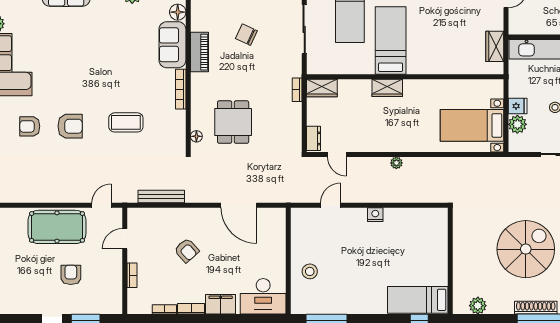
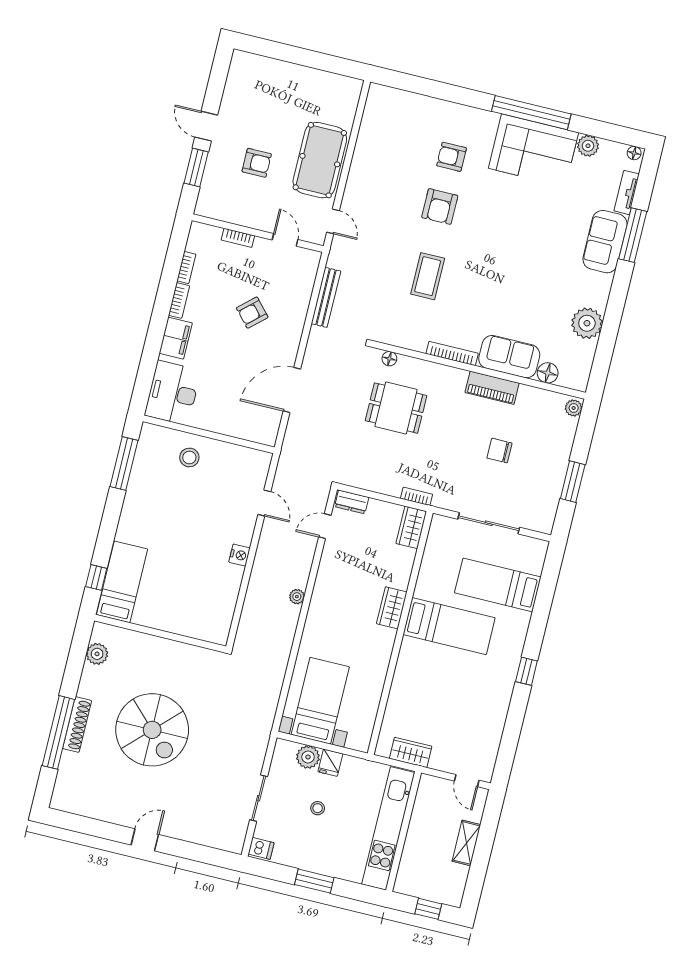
chair: (246, 35) -> (499, 451), turned -115
armchair: (30, 126) -> (452, 157), turned -90

